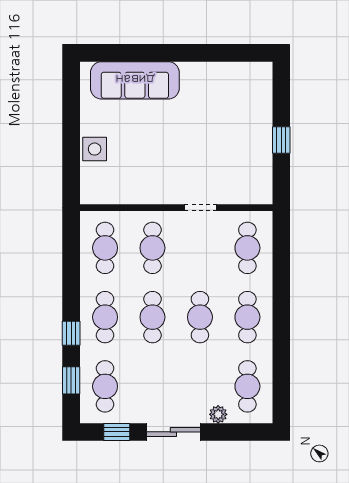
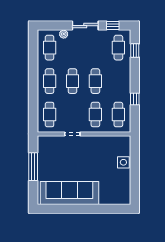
sofa: (135, 80) -> (69, 193), moved, width x1.36, depth x1.27
window: (281, 140) -> (33, 167), width x2.17
cafe table: (105, 317) -> (118, 81), removed
window: (71, 333) -> (135, 99), moved

